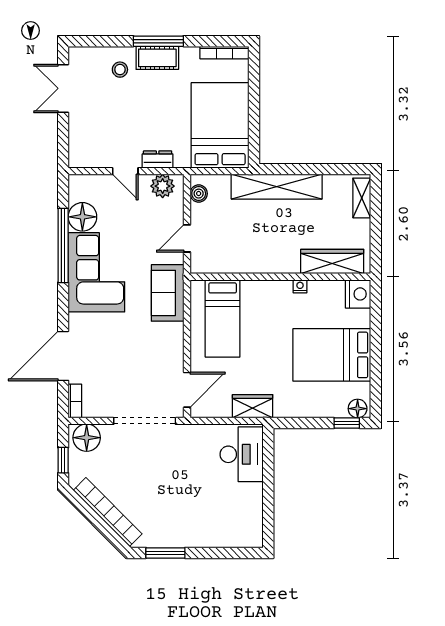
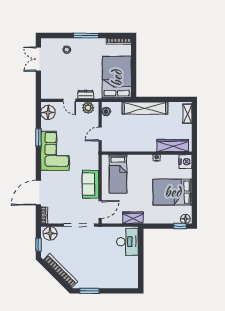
cot: (157, 58) -> (85, 44), removed
floor lamp: (82, 217) -> (48, 112), moved
window: (63, 245) -> (38, 137), width x0.47
sofa: (168, 293) -> (91, 184), moved

